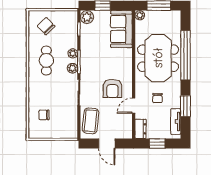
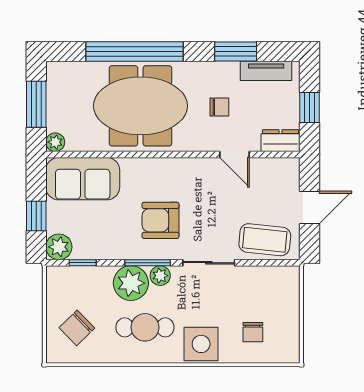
plant: (73, 53) -> (131, 283), width x1.88, depth x1.88
armchair: (112, 88) -> (160, 220), moved, turned 180
side table: (38, 89) -> (201, 344), added

